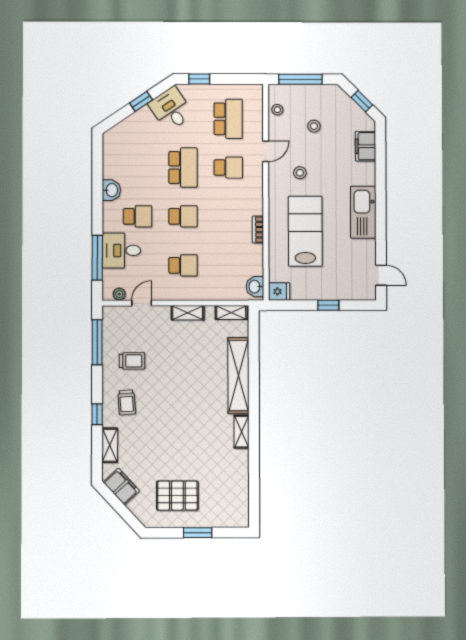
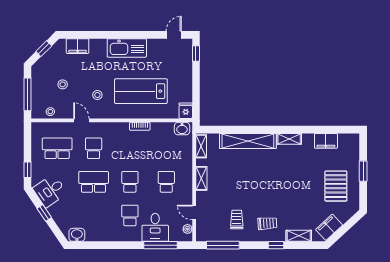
washbasin: (111, 190) -> (77, 235), moved
window: (328, 305) -> (196, 53), moved
filing cabinet: (239, 482) -> (326, 141), added

